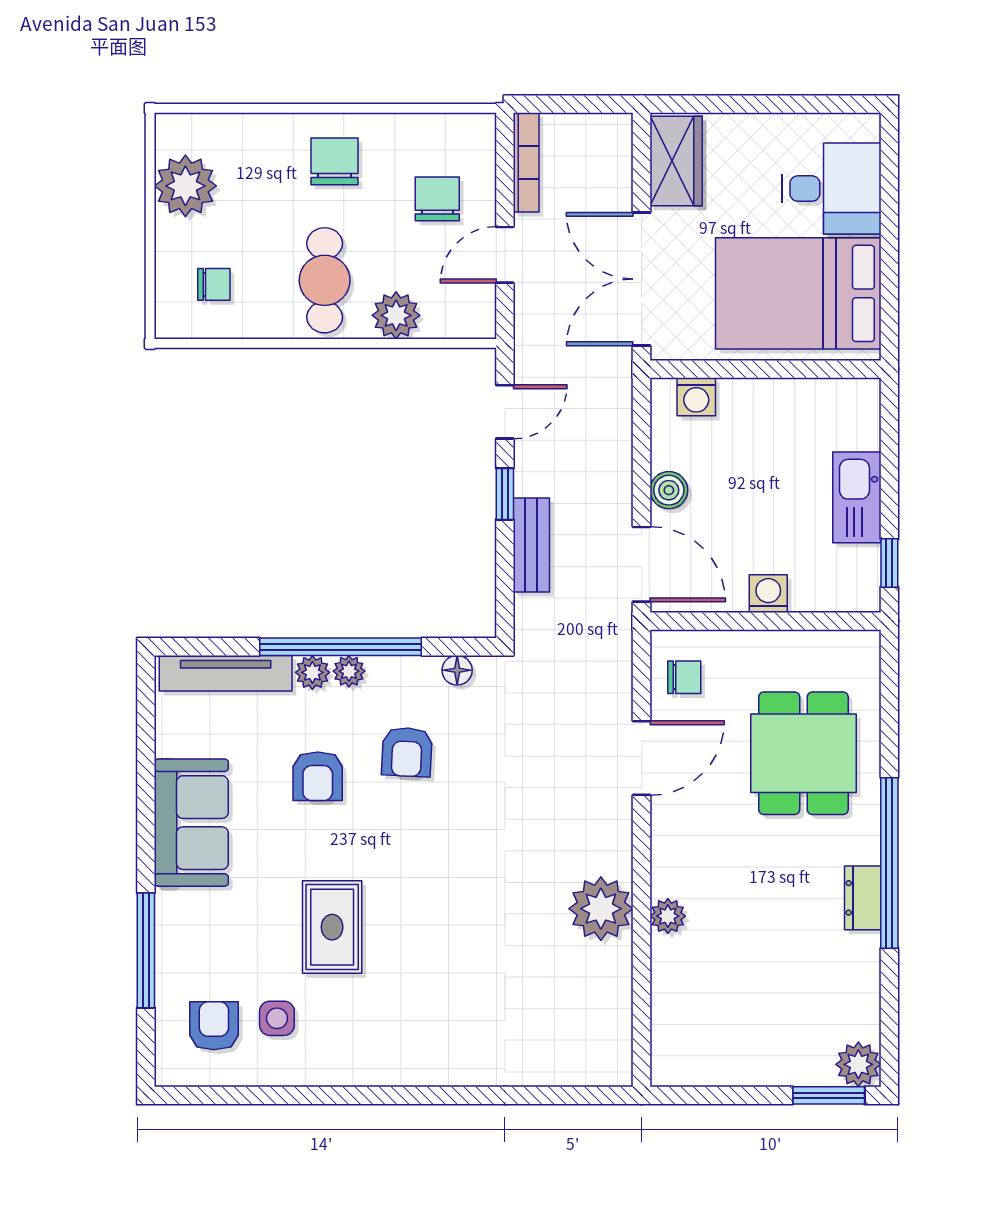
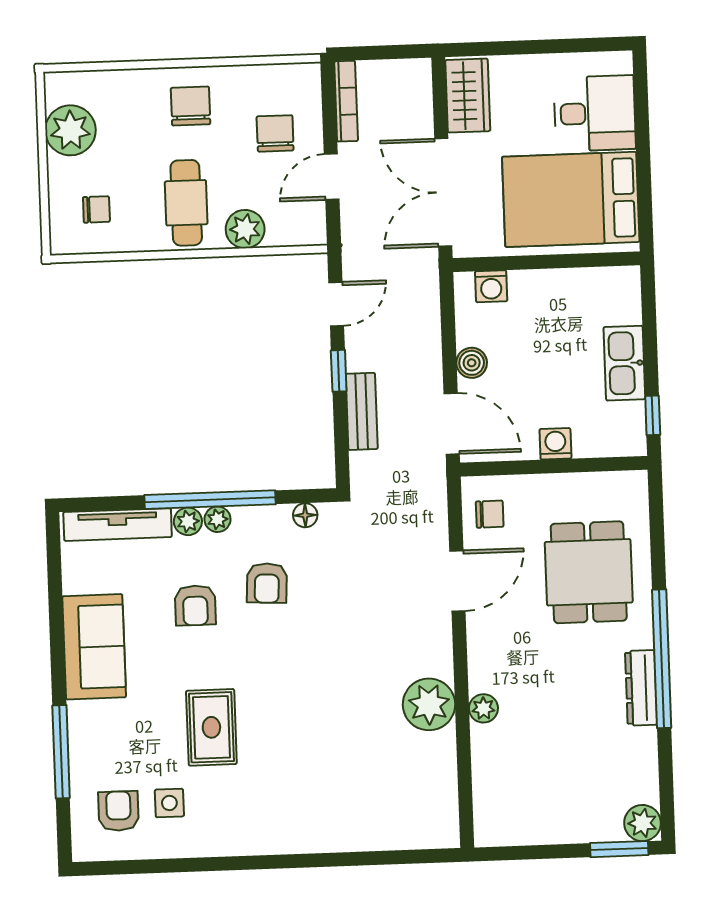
dresser: (863, 898) -> (641, 688), width x1.44

